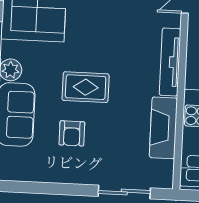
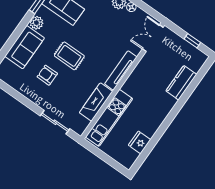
armchair: (72, 133) -> (47, 75), turned 90

